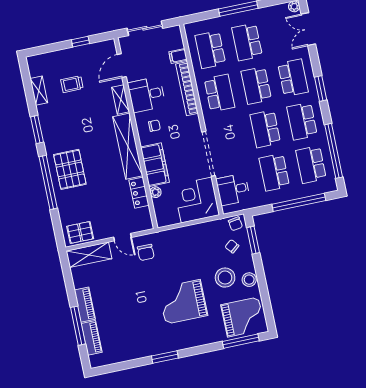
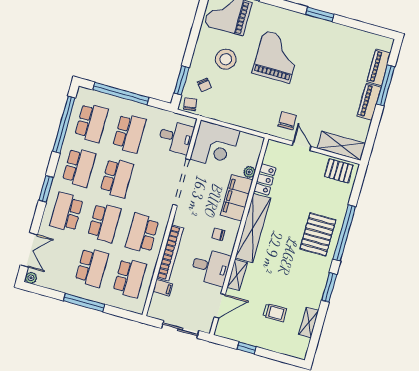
stool: (249, 280) -> (204, 46), removed
grand piano: (183, 302) -> (277, 57), turned -90

